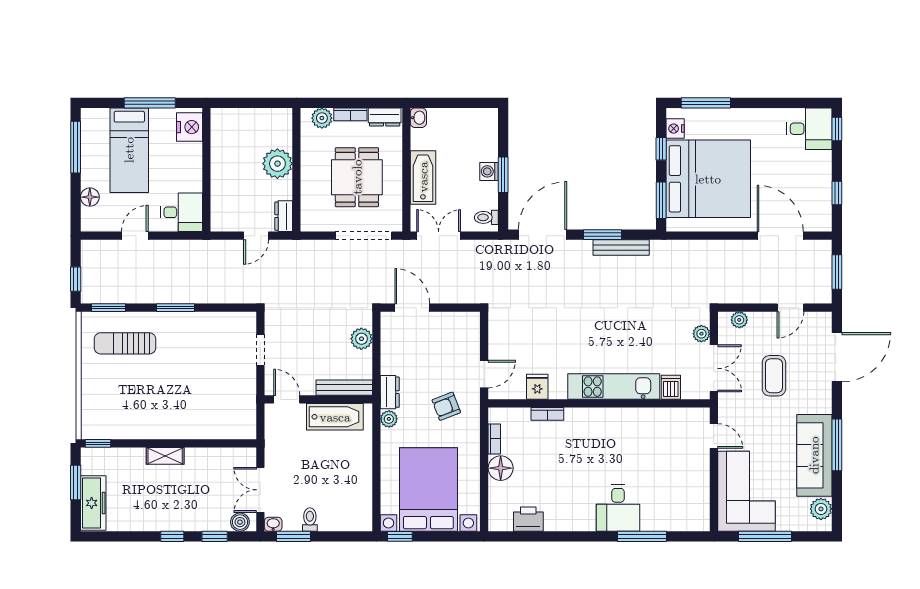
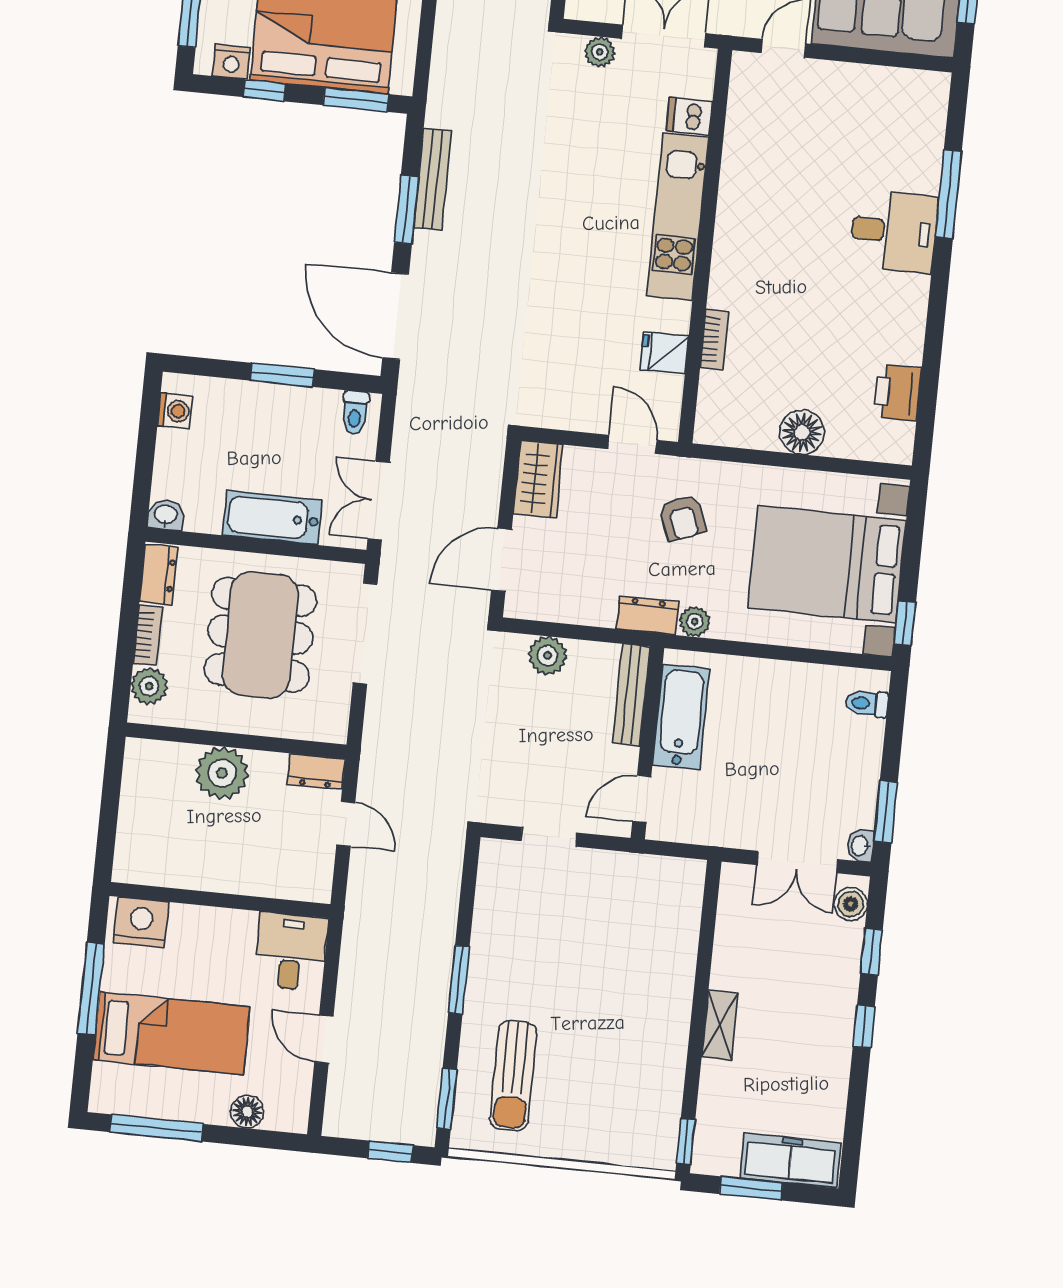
washing machine: (489, 171) -> (175, 411), moved, turned -90
dining table: (357, 177) -> (260, 635), width x1.38
wardrobe: (460, 324) -> (538, 479), added
bookcase: (494, 439) -> (749, 438), removed
toilet: (310, 520) -> (867, 704), moved

